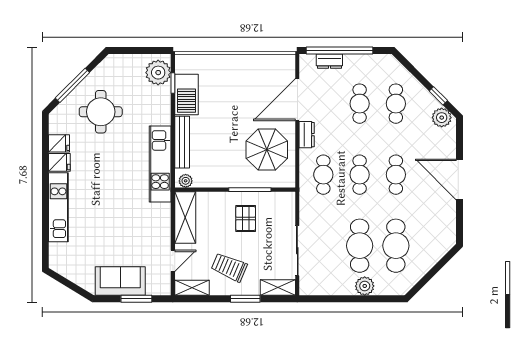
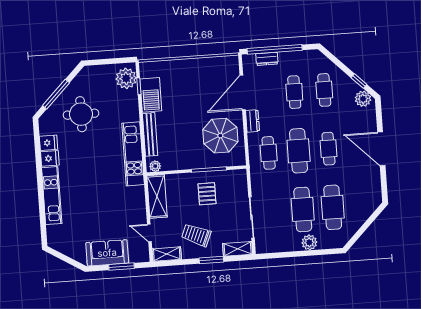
cafe table: (360, 175) -> (299, 151), width x1.37, depth x1.35
door: (173, 261) -> (149, 233), swing flipped

